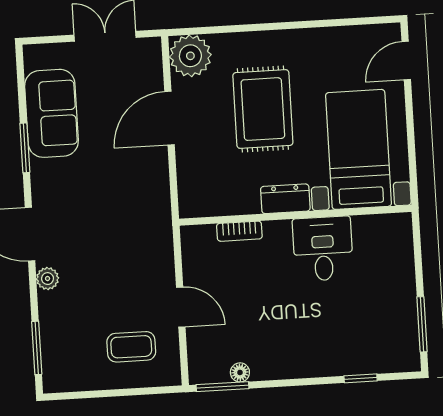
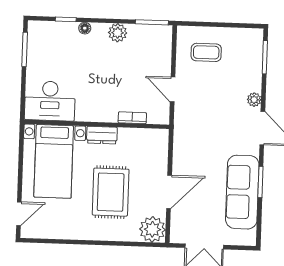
sofa: (51, 113) -> (242, 192), width x1.36
desk: (323, 249) -> (50, 101), moved, width x1.37
door: (181, 307) -> (173, 89), moved
plant: (276, 365) -> (118, 33), added
floor lamp: (240, 372) -> (85, 28), moved

